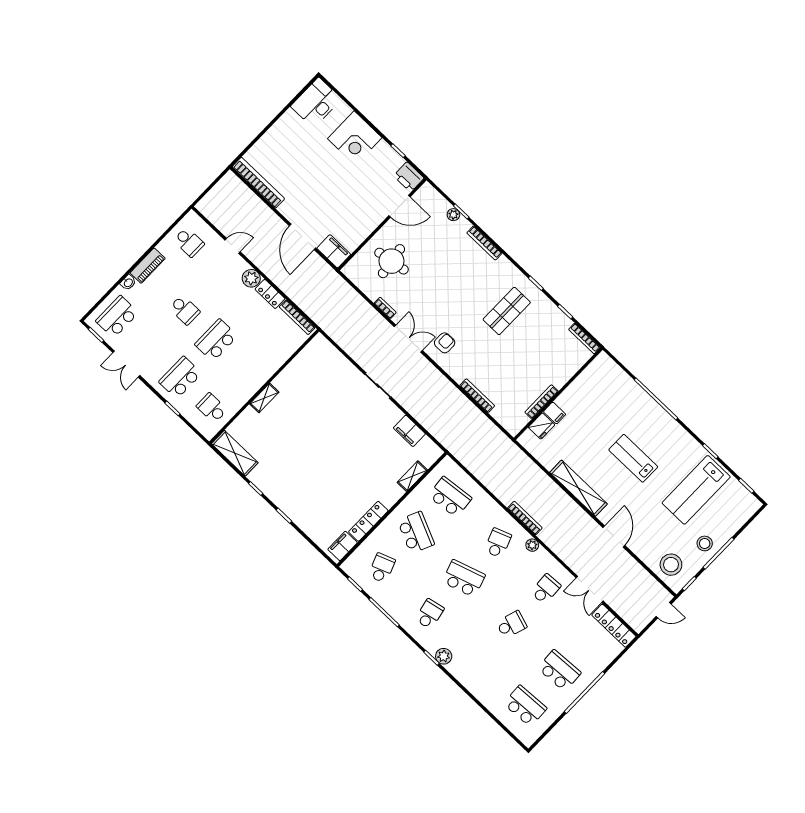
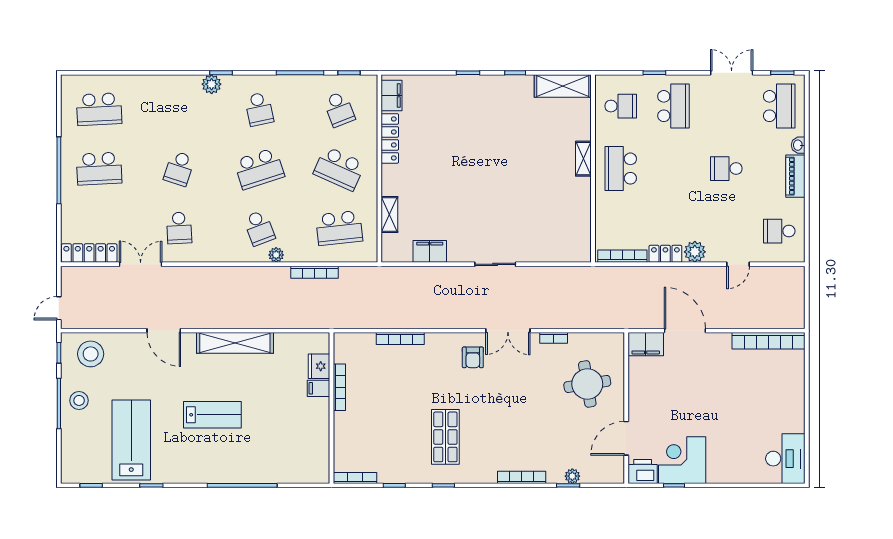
corner desk: (355, 138) -> (682, 460), moved
school desk: (216, 340) -> (621, 169), moved, turned 180
bookcase: (525, 518) -> (315, 272), moved
plant: (532, 545) -> (276, 255), moved

